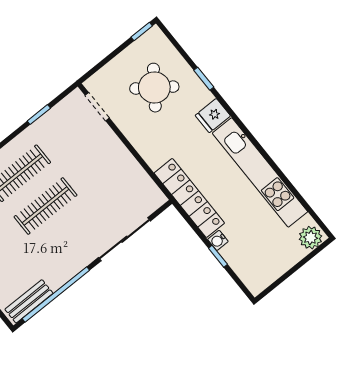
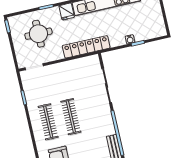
round table: (154, 88) -> (38, 34), turned -36
locker: (189, 198) -> (86, 47), moved

